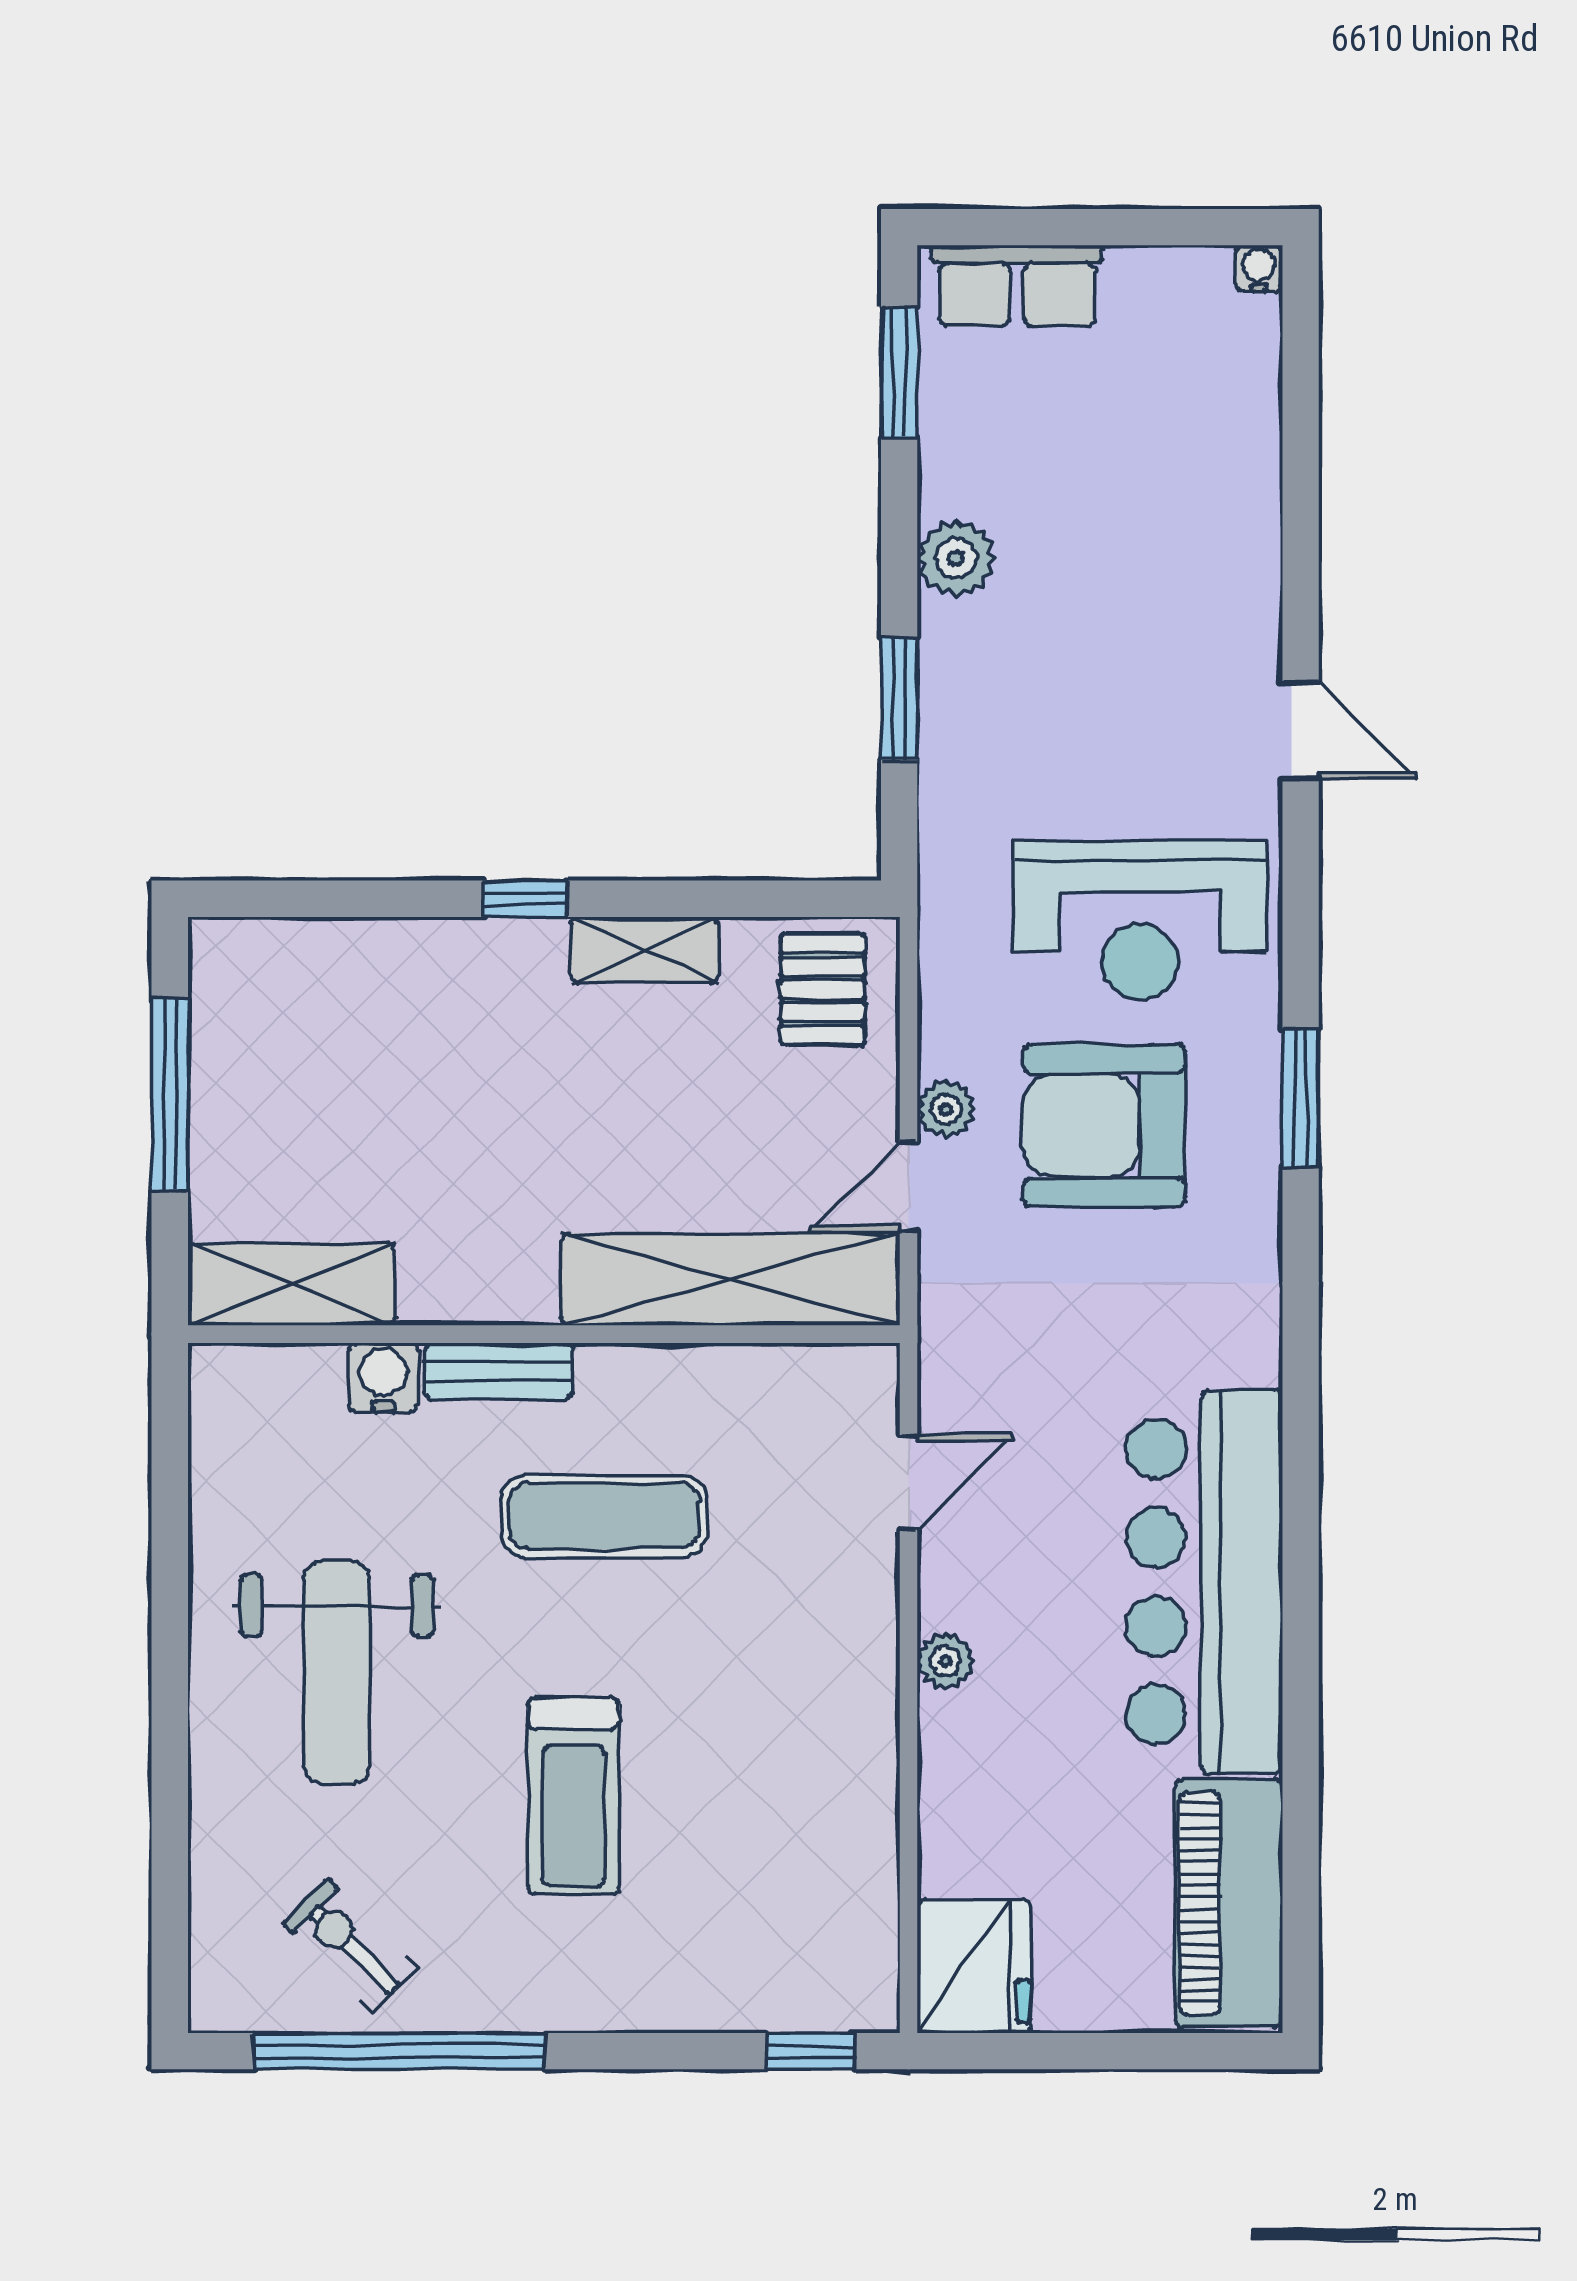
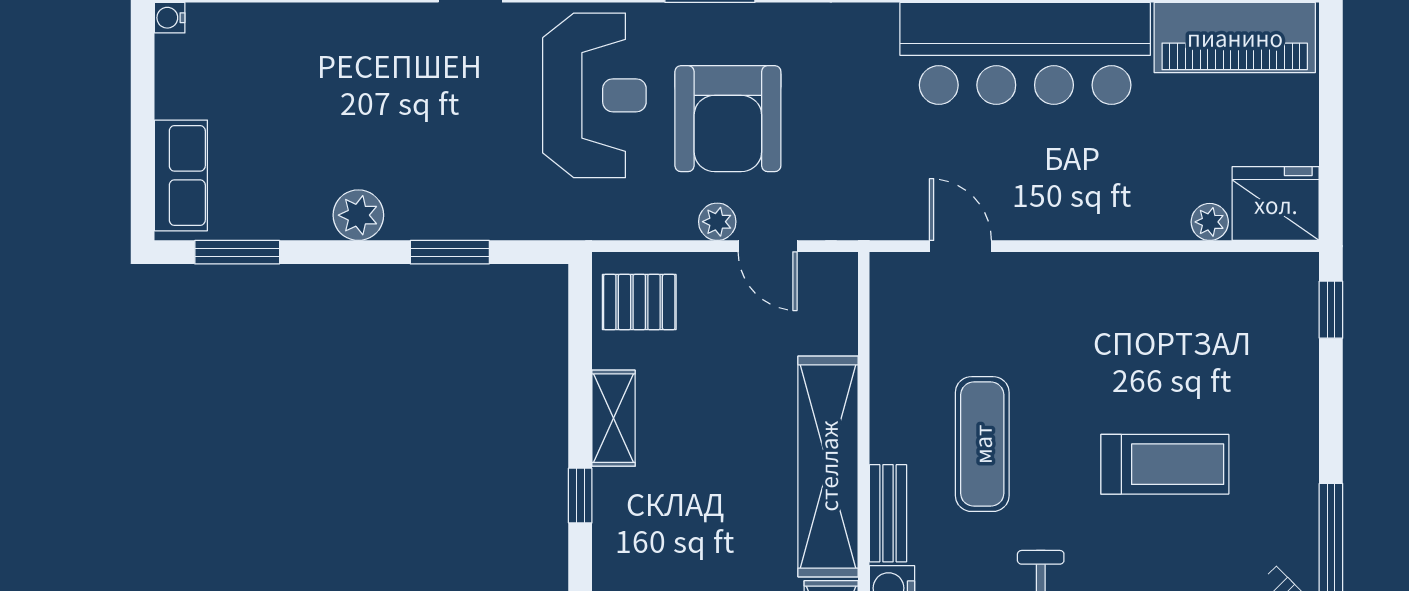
shelving: (730, 1279) -> (828, 466), moved
plant: (946, 1661) -> (1210, 222), moved

